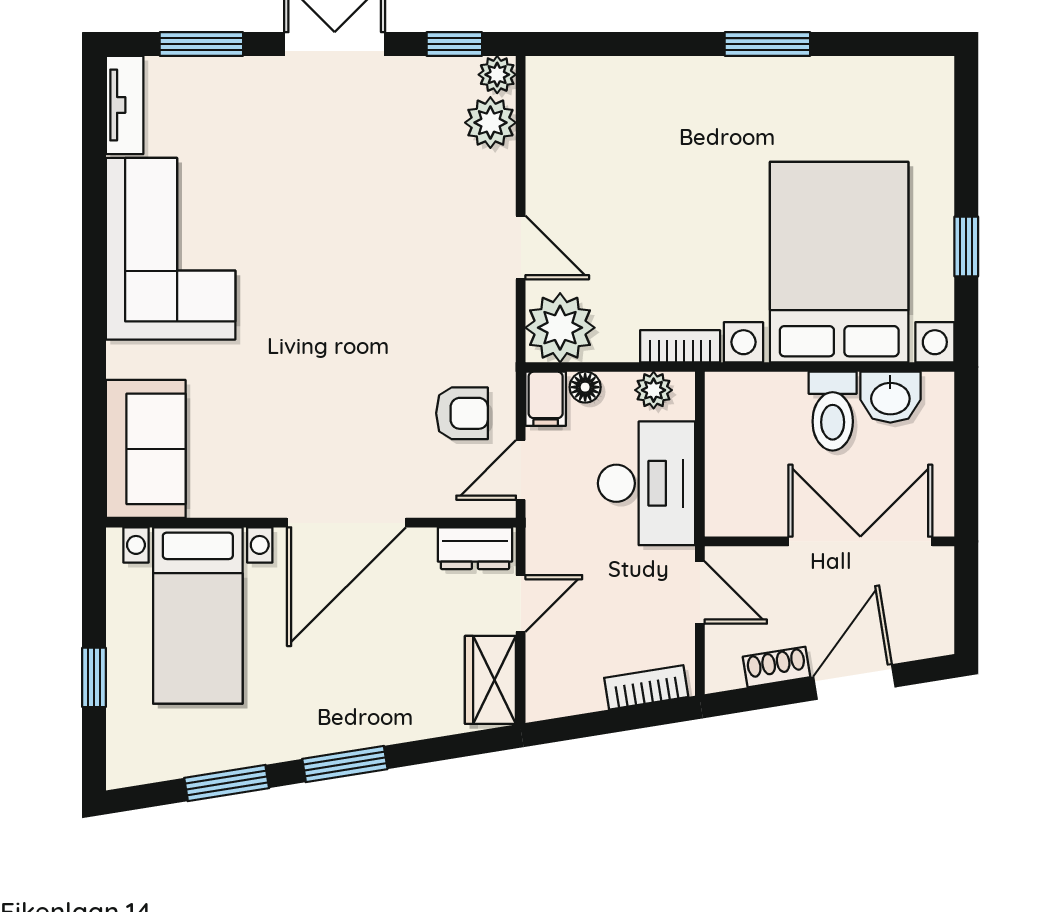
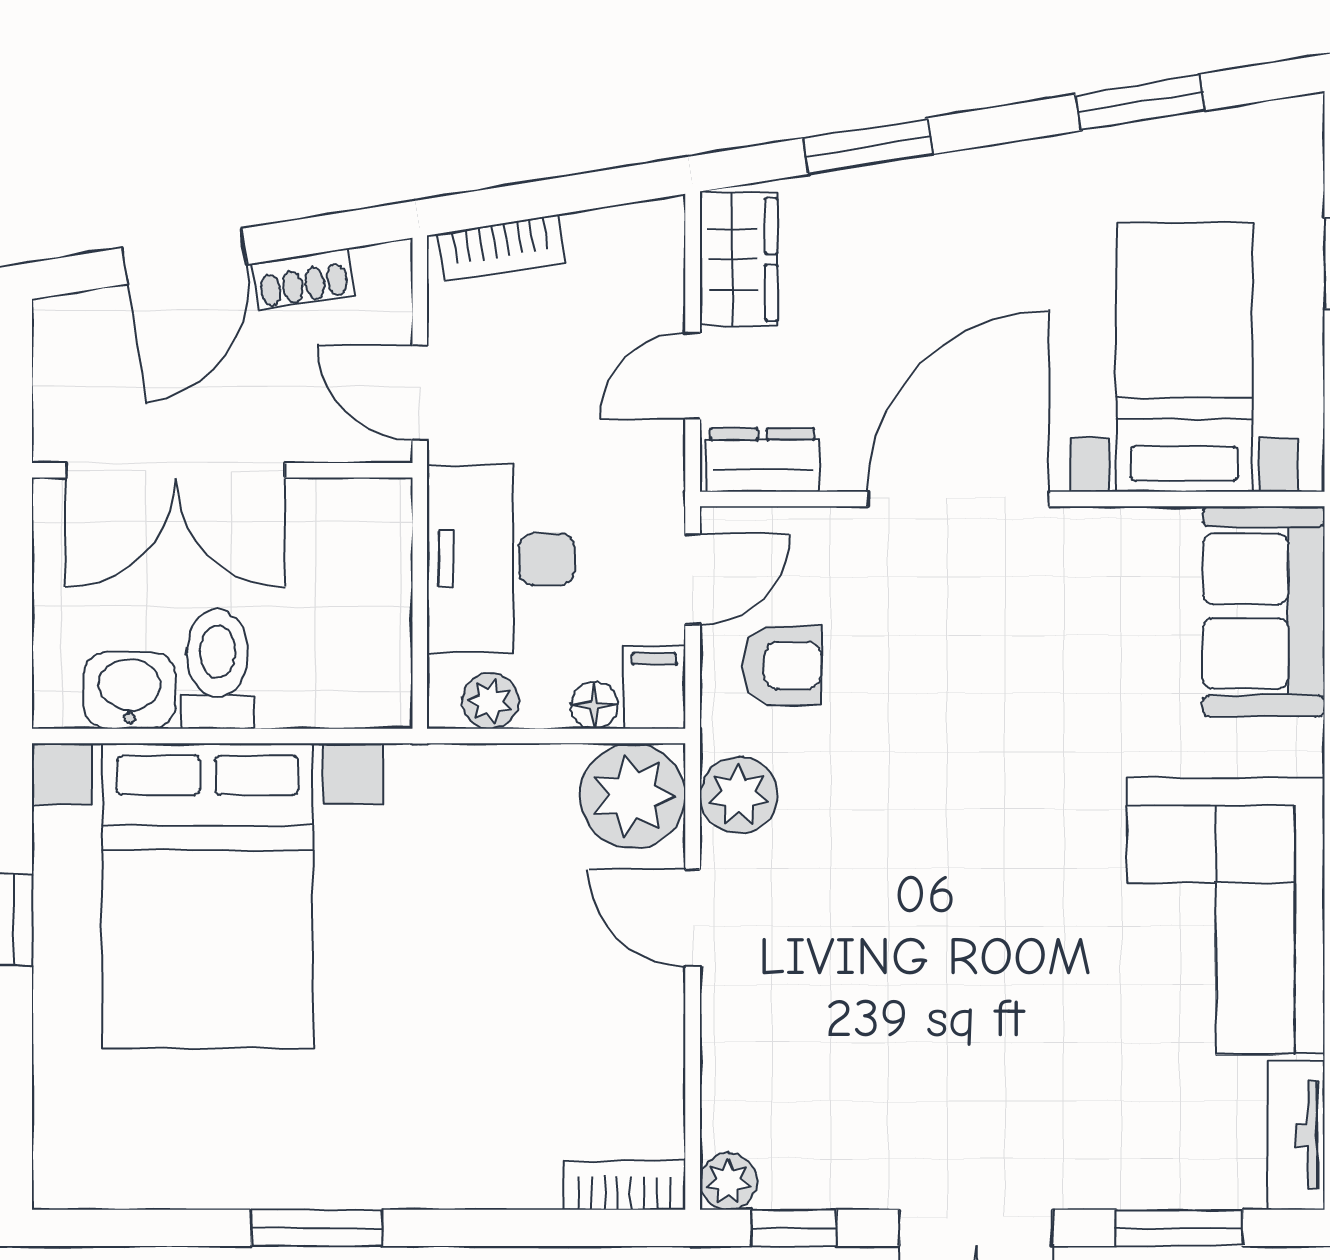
plant: (490, 123) -> (739, 795), moved
bookcase: (680, 346) -> (624, 1186), moved, turned 180
armchair: (462, 413) -> (782, 665), turned 180
window: (345, 764) -> (868, 146), moved

